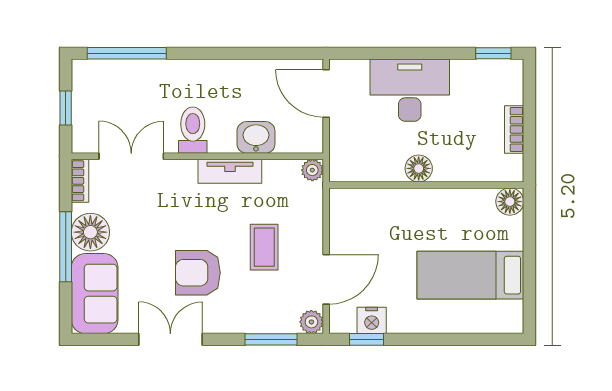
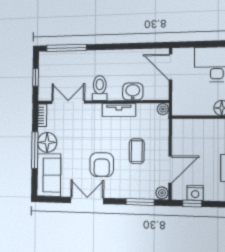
armchair: (198, 273) -> (102, 165), turned -90

